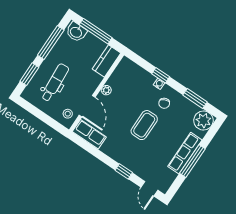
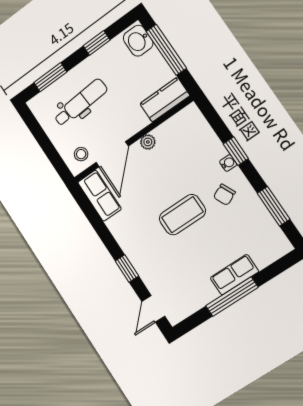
window: (51, 43) -> (97, 43), width x0.46
plant: (203, 121) -> (273, 244), removed
row of seats: (185, 153) -> (234, 275), width x0.68

